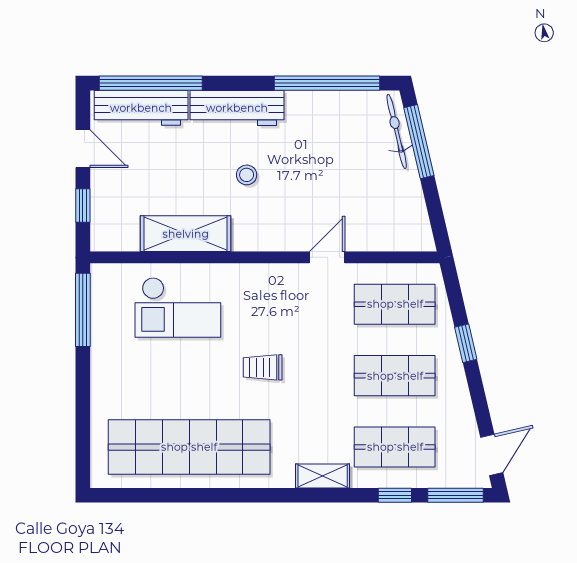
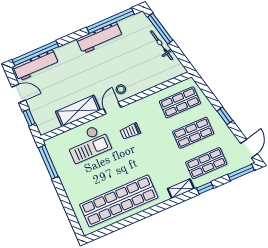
workbench: (237, 108) -> (100, 38), moved
bicycle: (397, 131) -> (161, 45), moved
stool: (247, 175) -> (121, 89), moved
door: (327, 257) -> (112, 108), moved
window: (466, 343) -> (225, 116), moved
trolley: (263, 367) -> (130, 131), moved
window: (395, 495) -> (205, 188), moved

